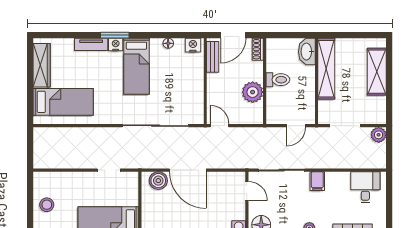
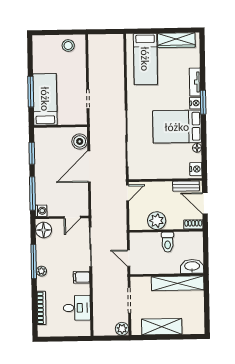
bed: (136, 66) -> (177, 127), width x1.50
shelving: (377, 72) -> (162, 327), moved
desk: (365, 187) -> (77, 308), moved
stool: (47, 205) -> (68, 46), moved

